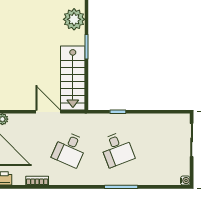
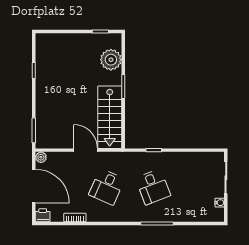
water cooler: (185, 181) -> (220, 203), moved

